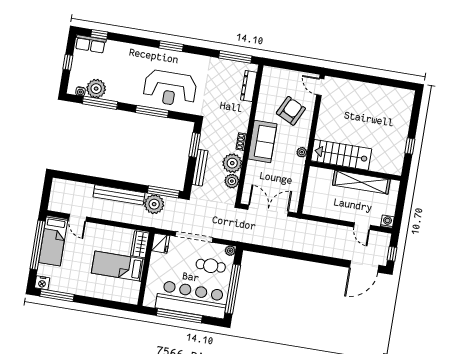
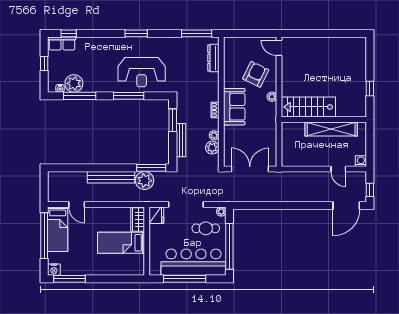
plant: (302, 152) -> (272, 97), moved
plant: (232, 163) -> (214, 135), width x0.53, depth x0.53

